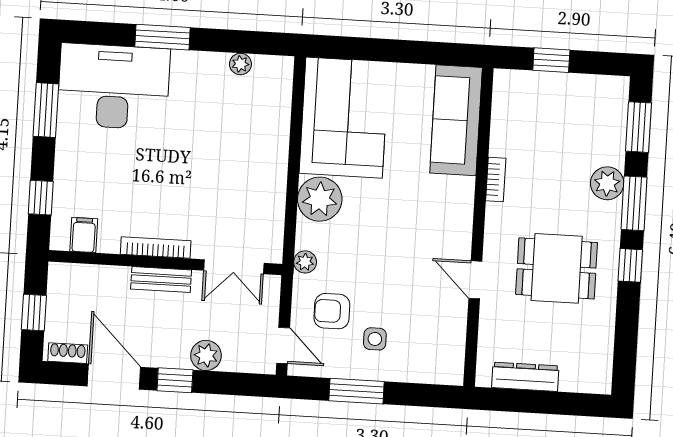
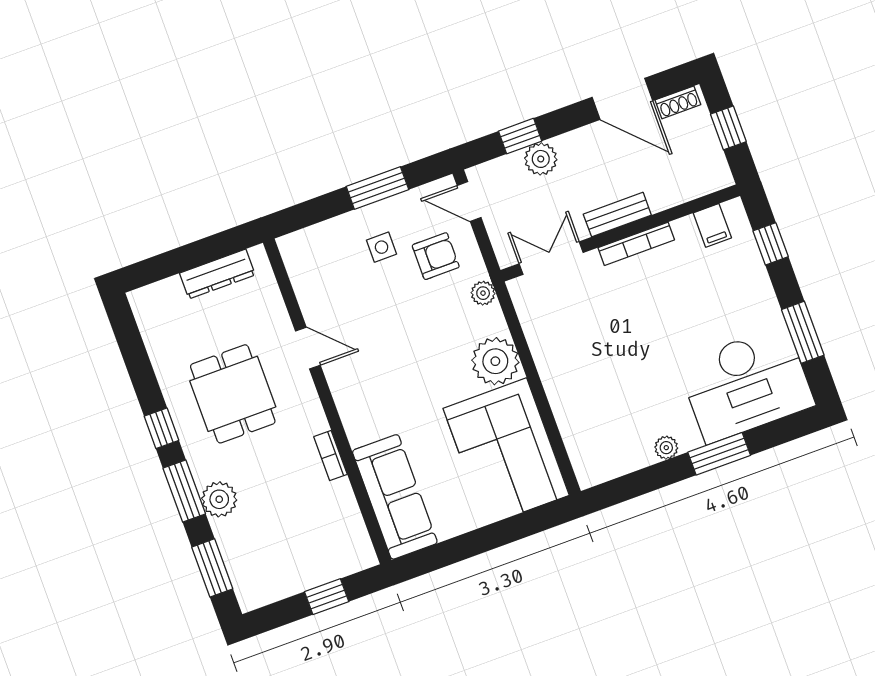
plant: (240, 64) -> (666, 448), moved
dining table: (557, 268) -> (233, 394), turned 90
window: (175, 380) -> (520, 136), moved

